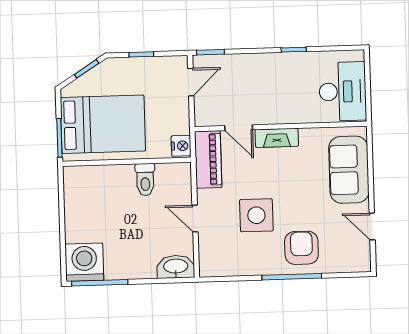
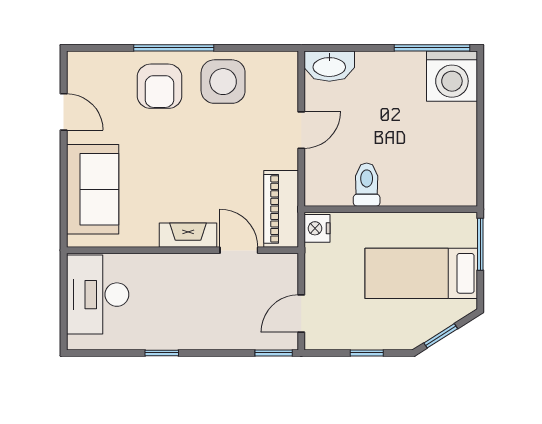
bed: (103, 124) -> (421, 273), width x0.67
side table: (256, 215) -> (223, 82), moved
door: (195, 219) -> (301, 130), hinge flipped

